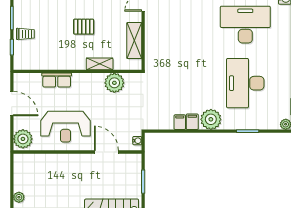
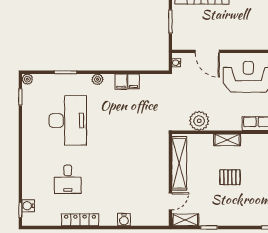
desk: (245, 25) -> (68, 179), width x0.53, depth x0.77
shelving: (134, 41) -> (179, 163), width x1.47
shelving: (100, 64) -> (227, 140), moved
plant: (211, 119) -> (98, 79), width x0.53, depth x0.53

